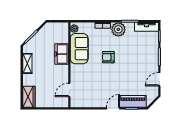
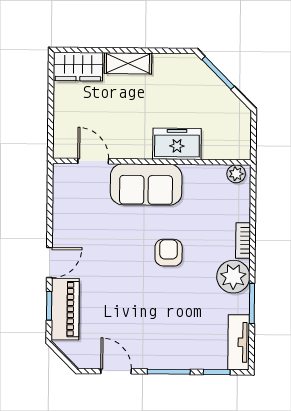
sofa: (79, 49) -> (146, 184), moved
shelving: (27, 63) -> (128, 63), moved
door: (113, 108) -> (49, 263), hinge flipped

